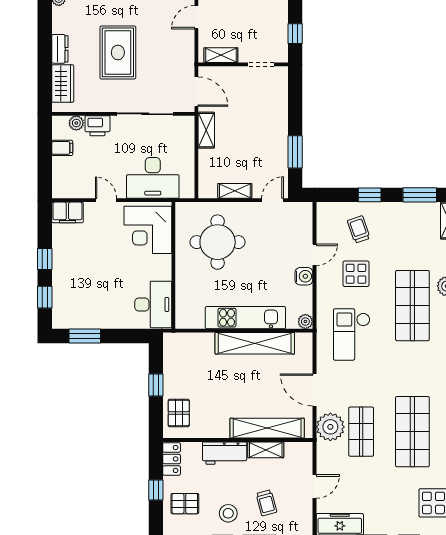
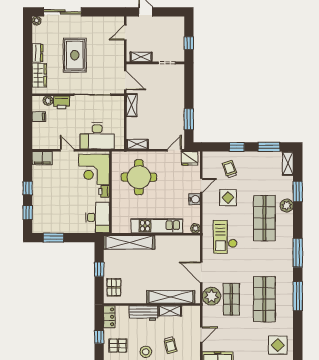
shelving: (235, 191) -> (137, 144), moved
fridge: (296, 213) -> (189, 158), added
printer: (163, 264) -> (104, 191), added
shelving: (255, 343) -> (129, 242), moved

